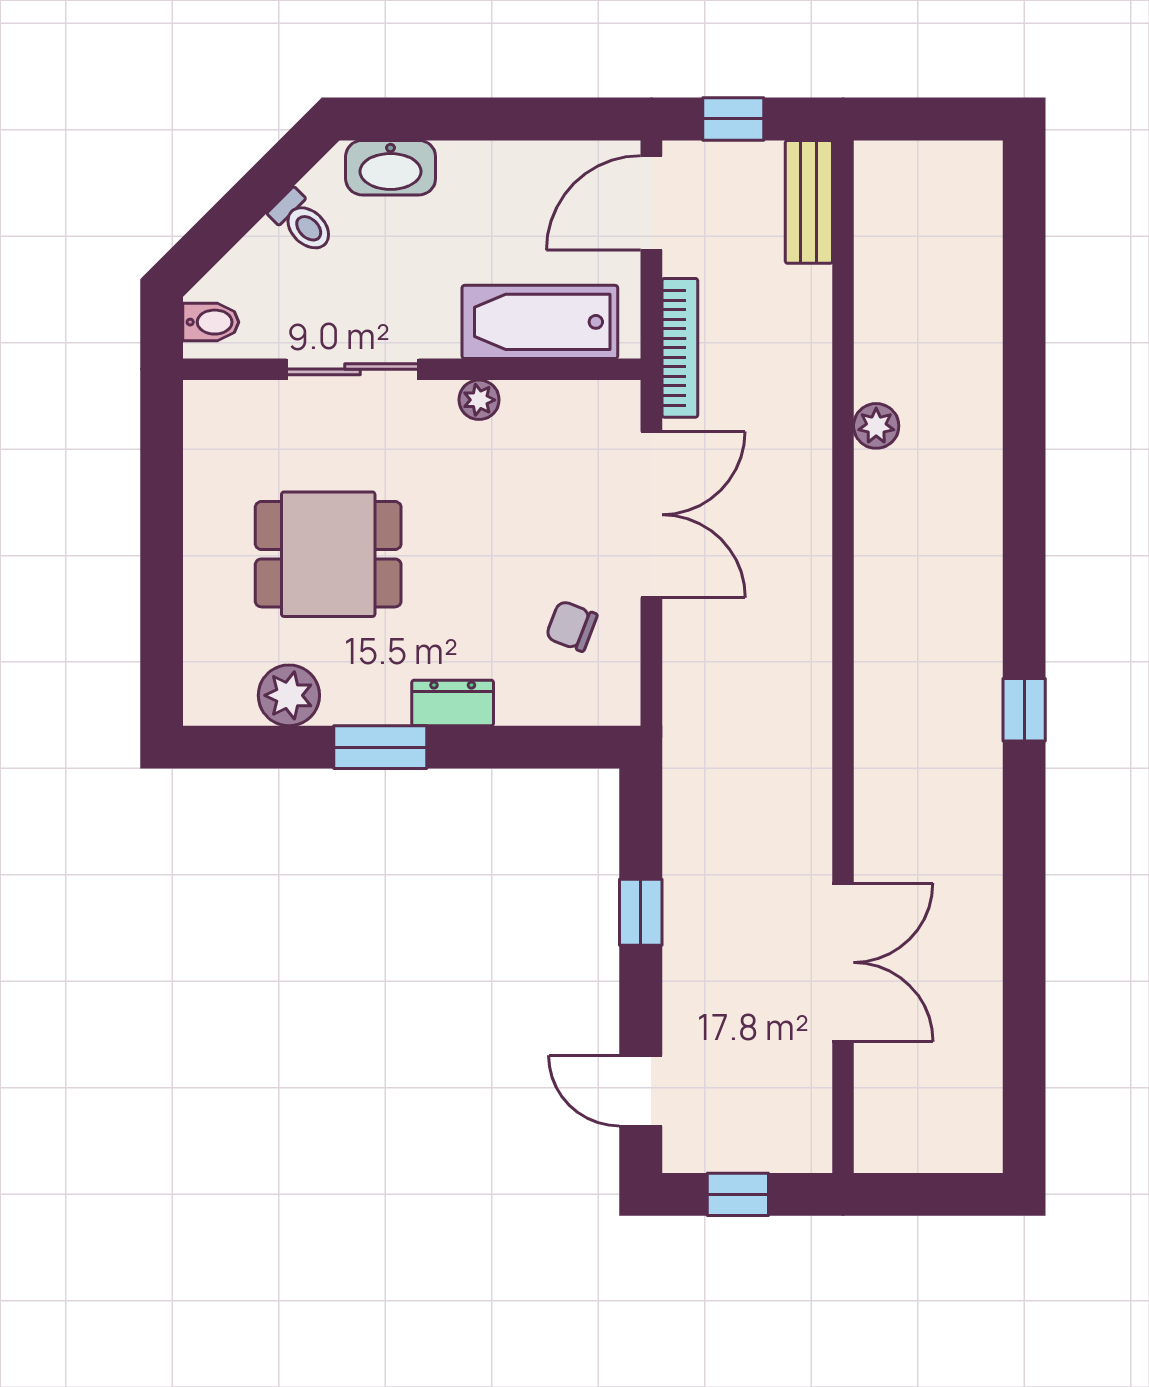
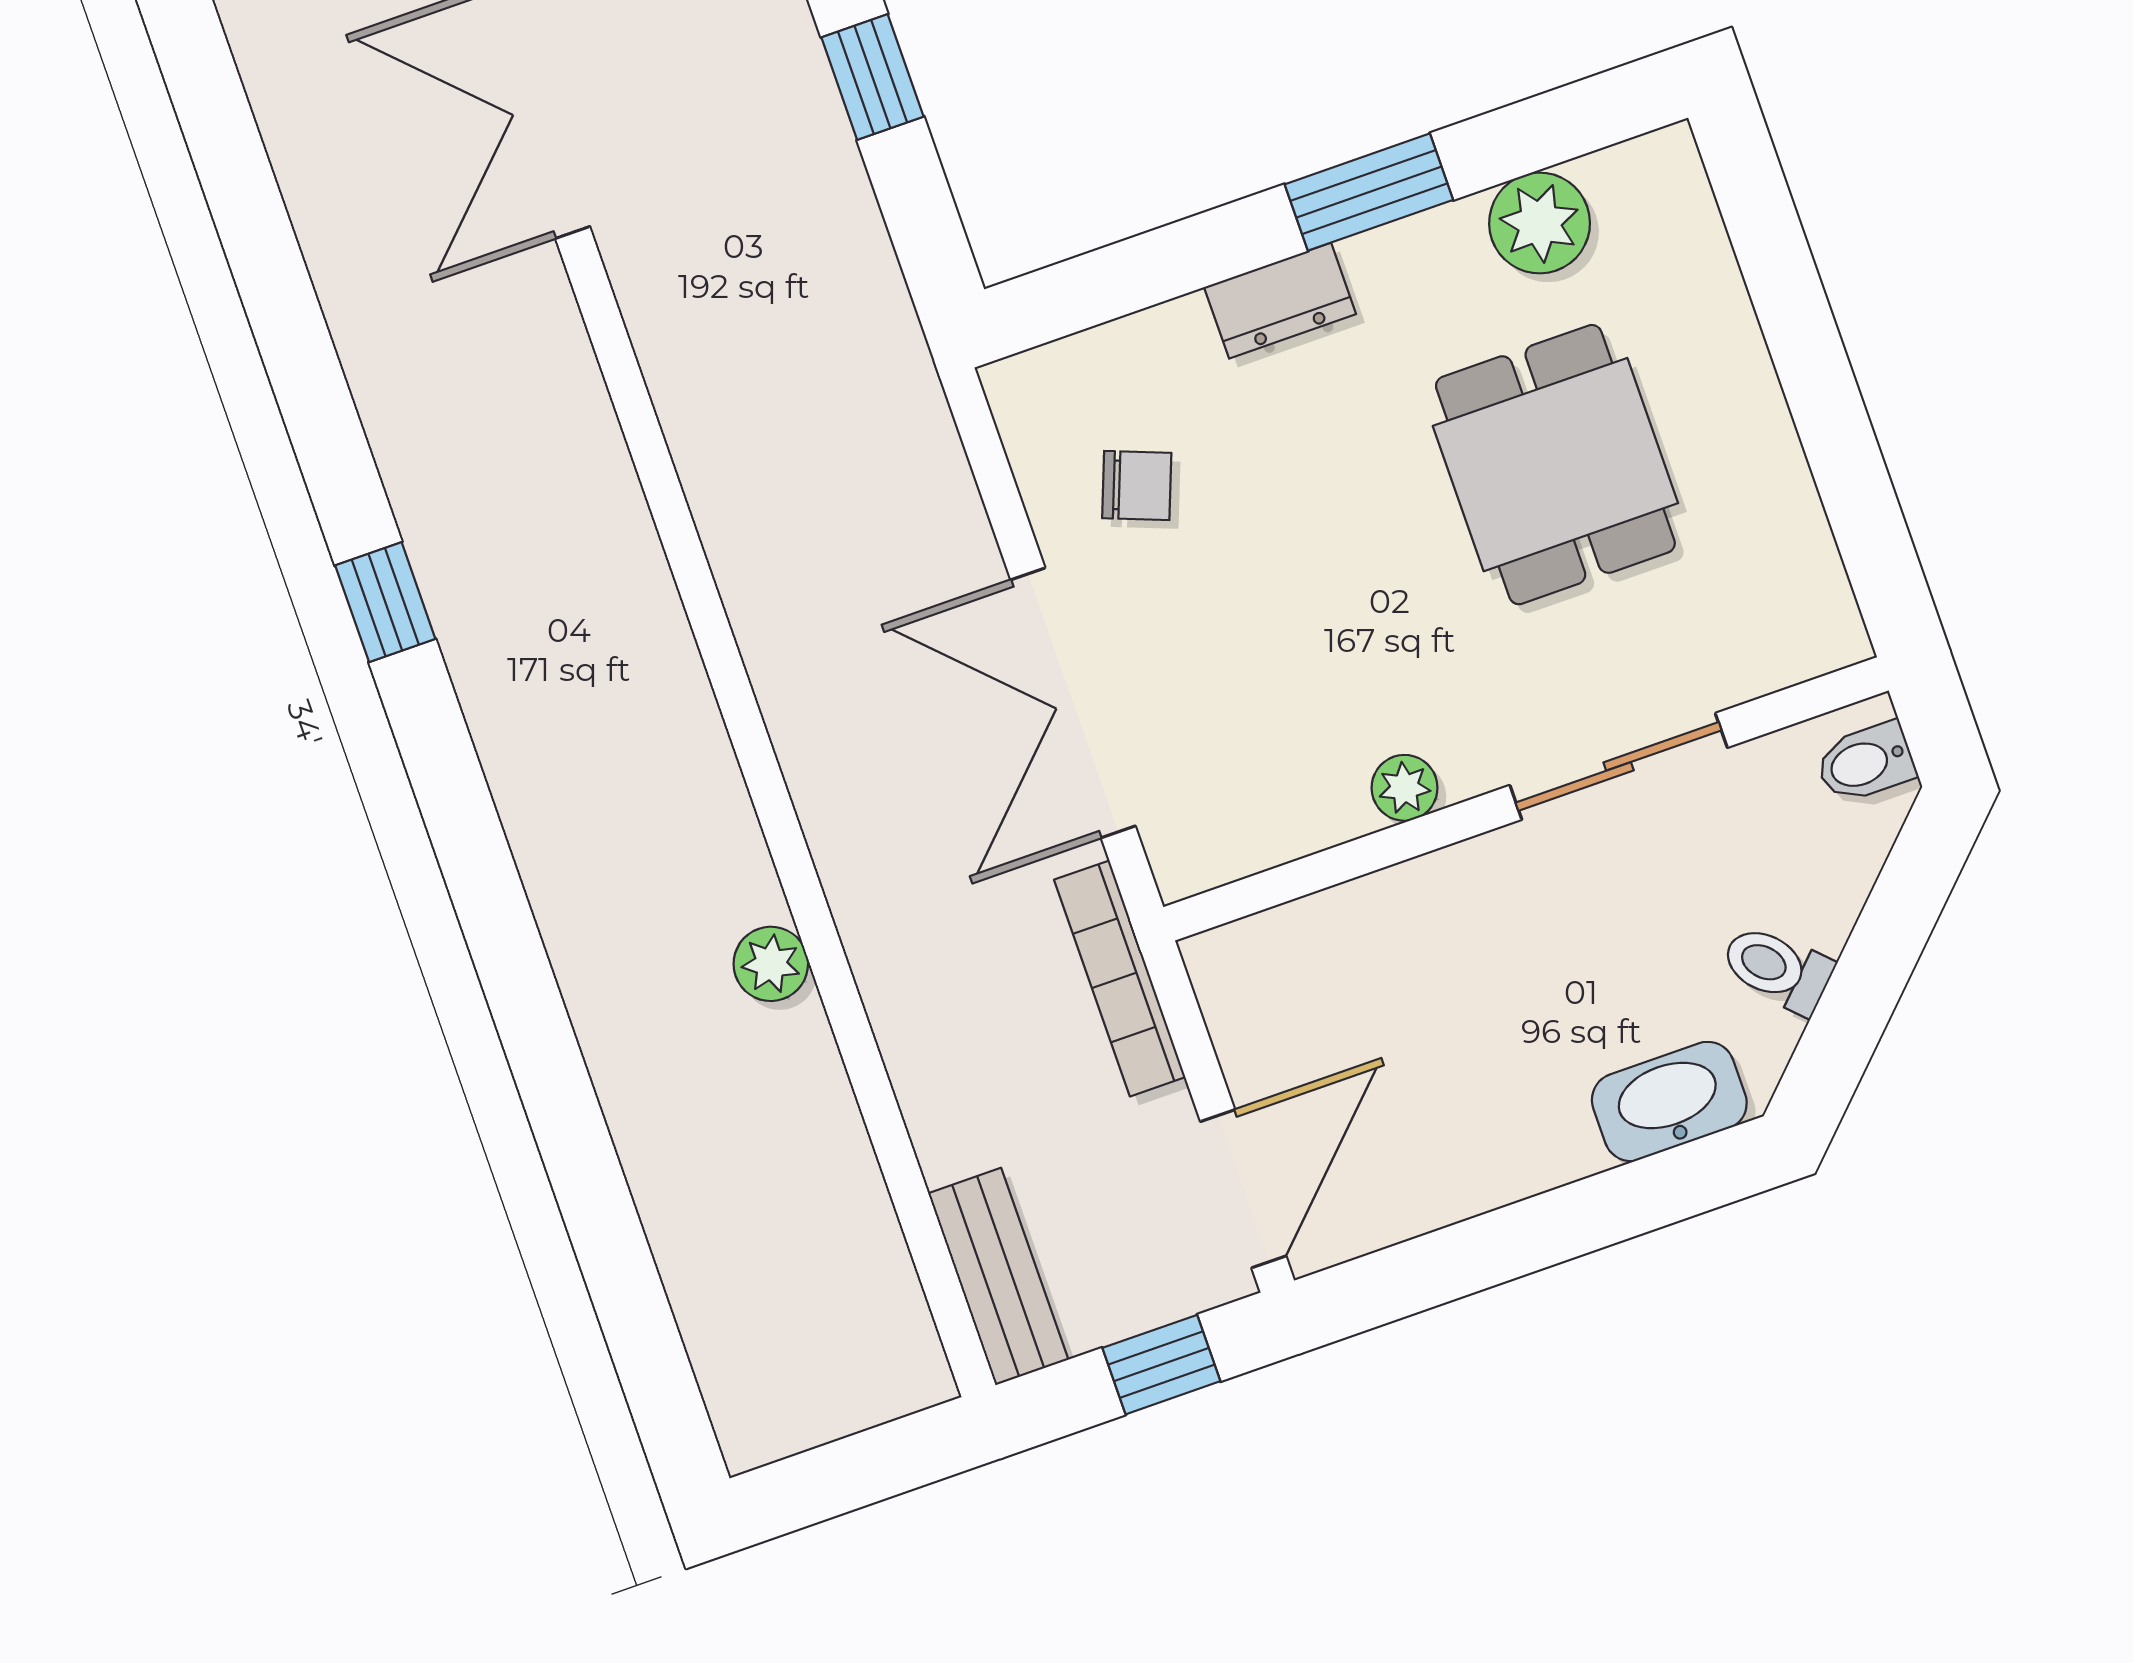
bathtub: (540, 322) -> (1352, 942), removed
dining table: (328, 554) -> (1555, 465), turned 90

